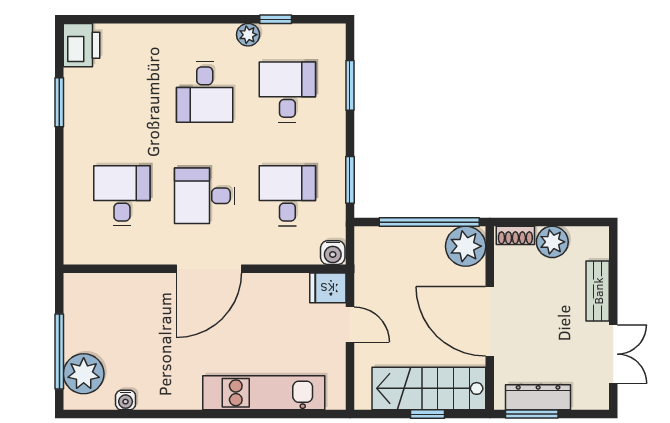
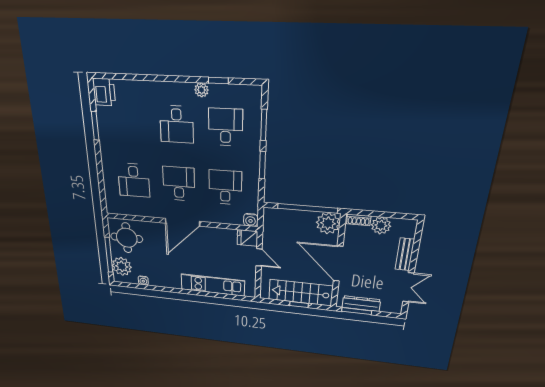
window: (350, 180) -> (262, 165), moved
desk: (122, 196) -> (134, 180), turned 180
desk: (205, 196) -> (179, 184), turned 90
round table: (99, 311) -> (127, 238), added

